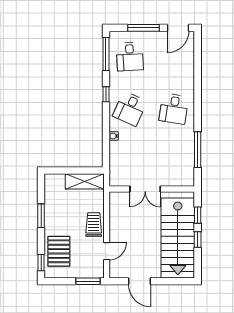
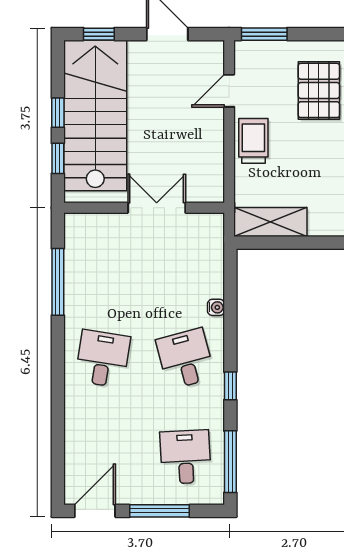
desk: (130, 109) -> (185, 359), turned -39
trolley: (94, 225) -> (253, 141), turned 180
window: (176, 281) -> (99, 34), added

